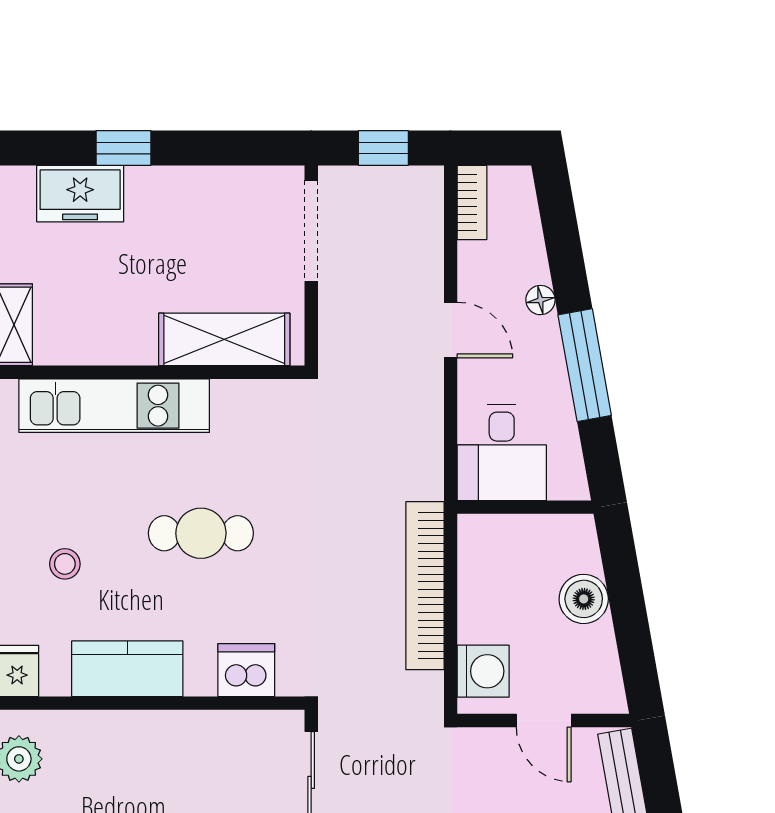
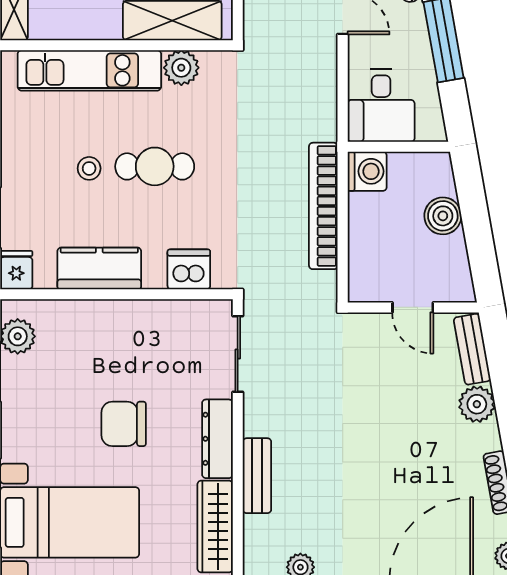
plant: (236, 402) -> (181, 68), added
stool: (65, 564) -> (89, 168), moved
washing machine: (483, 671) -> (367, 171), moved

